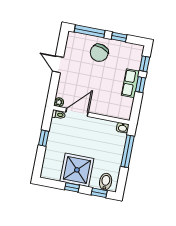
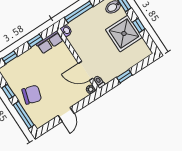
row of seats: (130, 83) -> (50, 42), moved
window: (141, 85) -> (35, 41), moved

